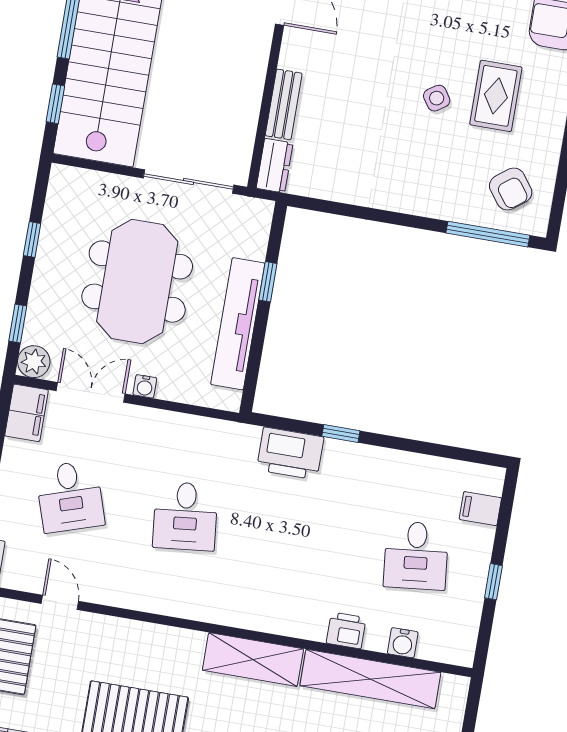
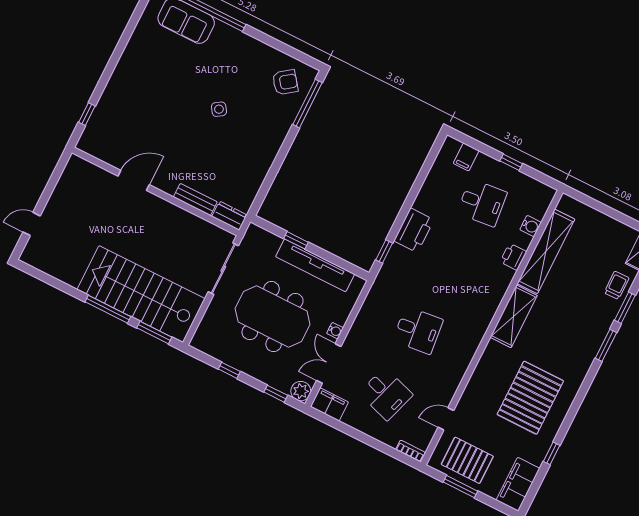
rug: (496, 96) -> (228, 74), removed
window: (55, 104) -> (154, 333), width x1.50
window: (341, 434) -> (384, 251), moved
printer: (290, 453) -> (414, 230), moved
desk: (70, 496) -> (386, 394), turned 36

